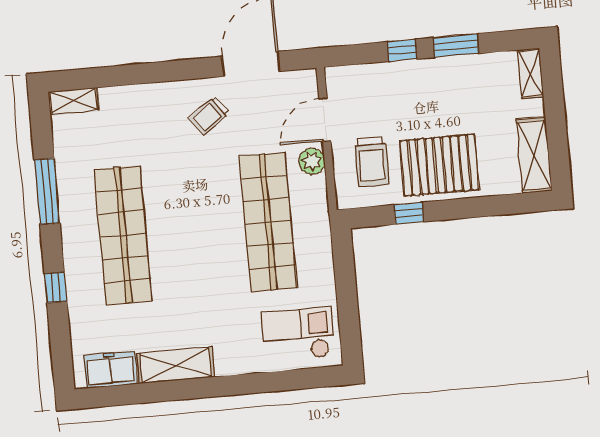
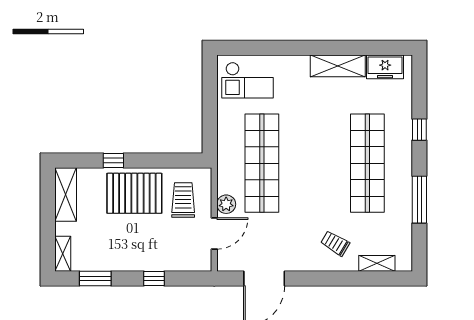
window: (456, 46) -> (95, 279), moved
shelving: (74, 101) -> (377, 263), moved
trolley: (209, 116) -> (335, 243), moved, turned -113
window: (409, 213) -> (113, 161), moved

